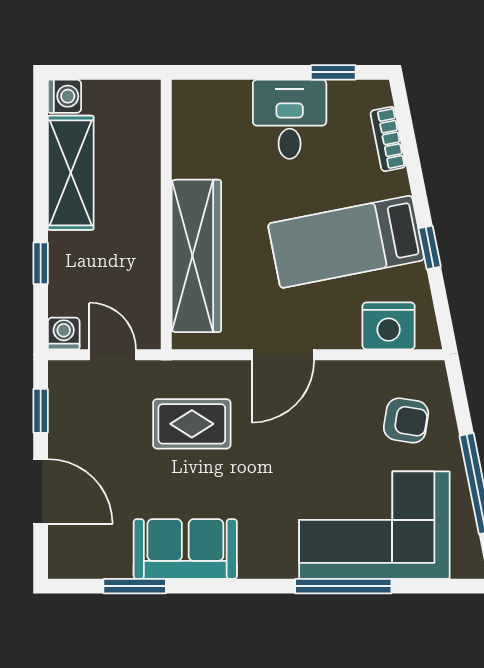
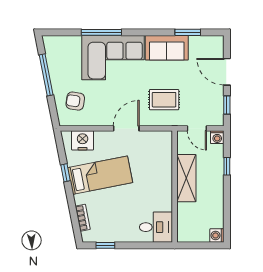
desk: (290, 119) -> (156, 227), moved, turned -90
shelving: (71, 173) -> (186, 178), moved
wardrobe: (196, 256) -> (162, 169), removed
corner sofa: (374, 525) -> (113, 58), moved

